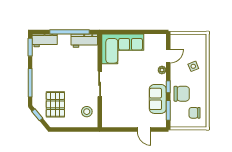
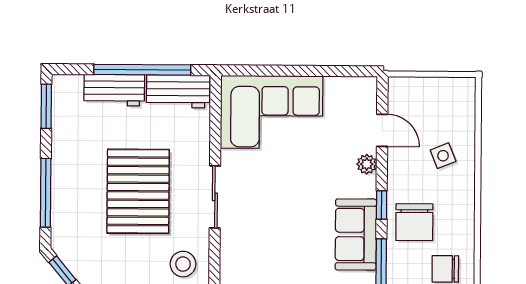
workbench: (45, 40) -> (114, 90), moved
door: (168, 56) -> (382, 130), hinge flipped
chair: (182, 94) -> (414, 222), turned 90
pallet: (55, 104) -> (138, 191), moved, width x1.37, depth x1.41

